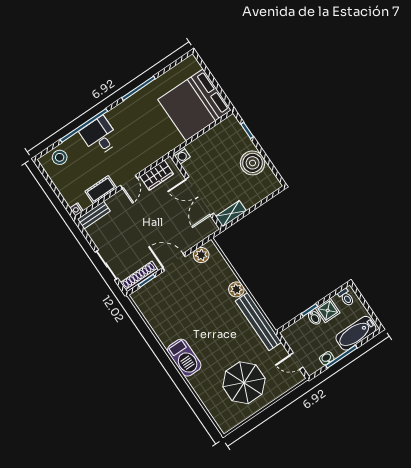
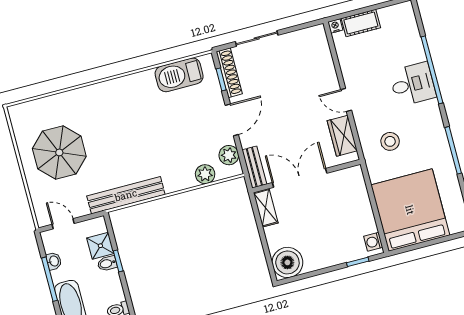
washing machine: (182, 156) -> (373, 242), moved
stool: (60, 157) -> (390, 141), moved
boiler: (253, 163) -> (287, 262), moved
cot: (101, 190) -> (361, 23), moved, turned 90
bench: (94, 215) -> (254, 167), moved
plant: (236, 289) -> (205, 174), moved
shower: (328, 310) -> (100, 246), moved
barbecue: (184, 358) -> (179, 75), moved
door: (296, 361) -> (63, 224), hinge flipped

